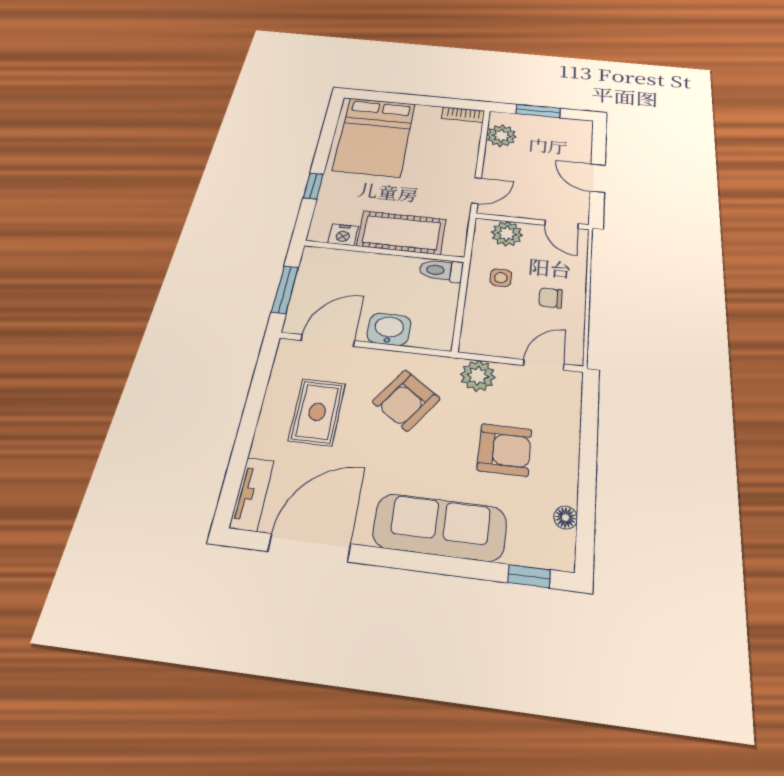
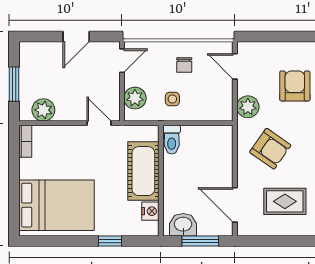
washbasin: (389, 329) -> (183, 225), moved, turned 90

